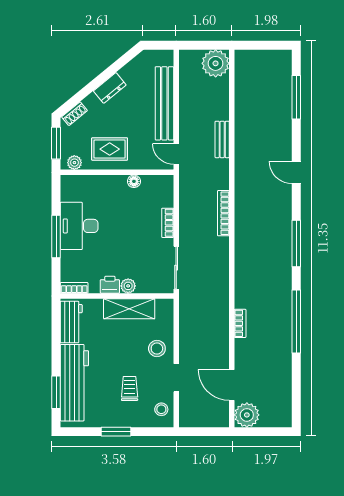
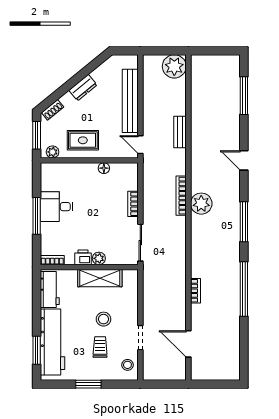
desk: (79, 226) -> (57, 207), width x0.73
stool: (157, 348) -> (104, 319), moved
plant: (247, 415) -> (201, 204), moved

